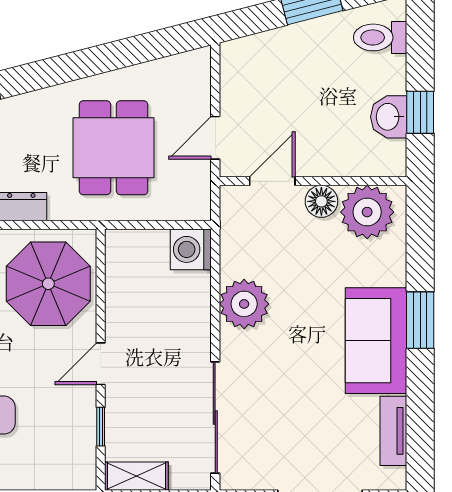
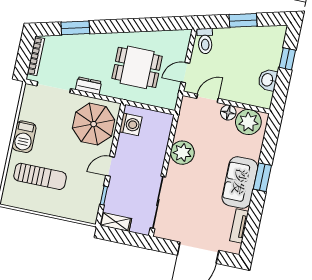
toilet: (380, 37) -> (205, 41), moved, turned -104
window: (420, 112) -> (287, 59), moved
dining table: (113, 148) -> (137, 67), turned 90
washing machine: (191, 249) -> (131, 124), moved, turned 180

